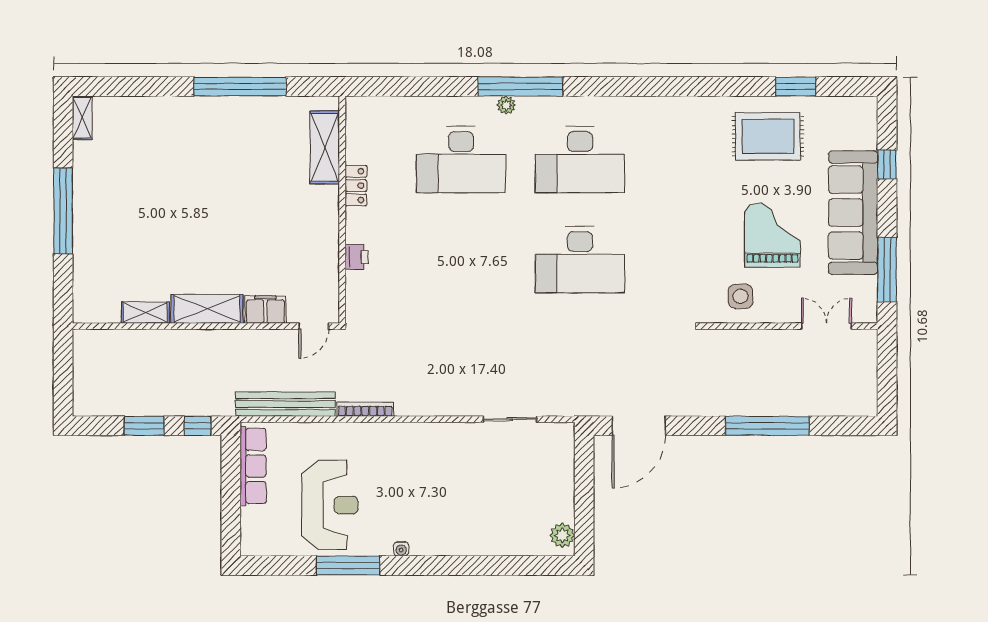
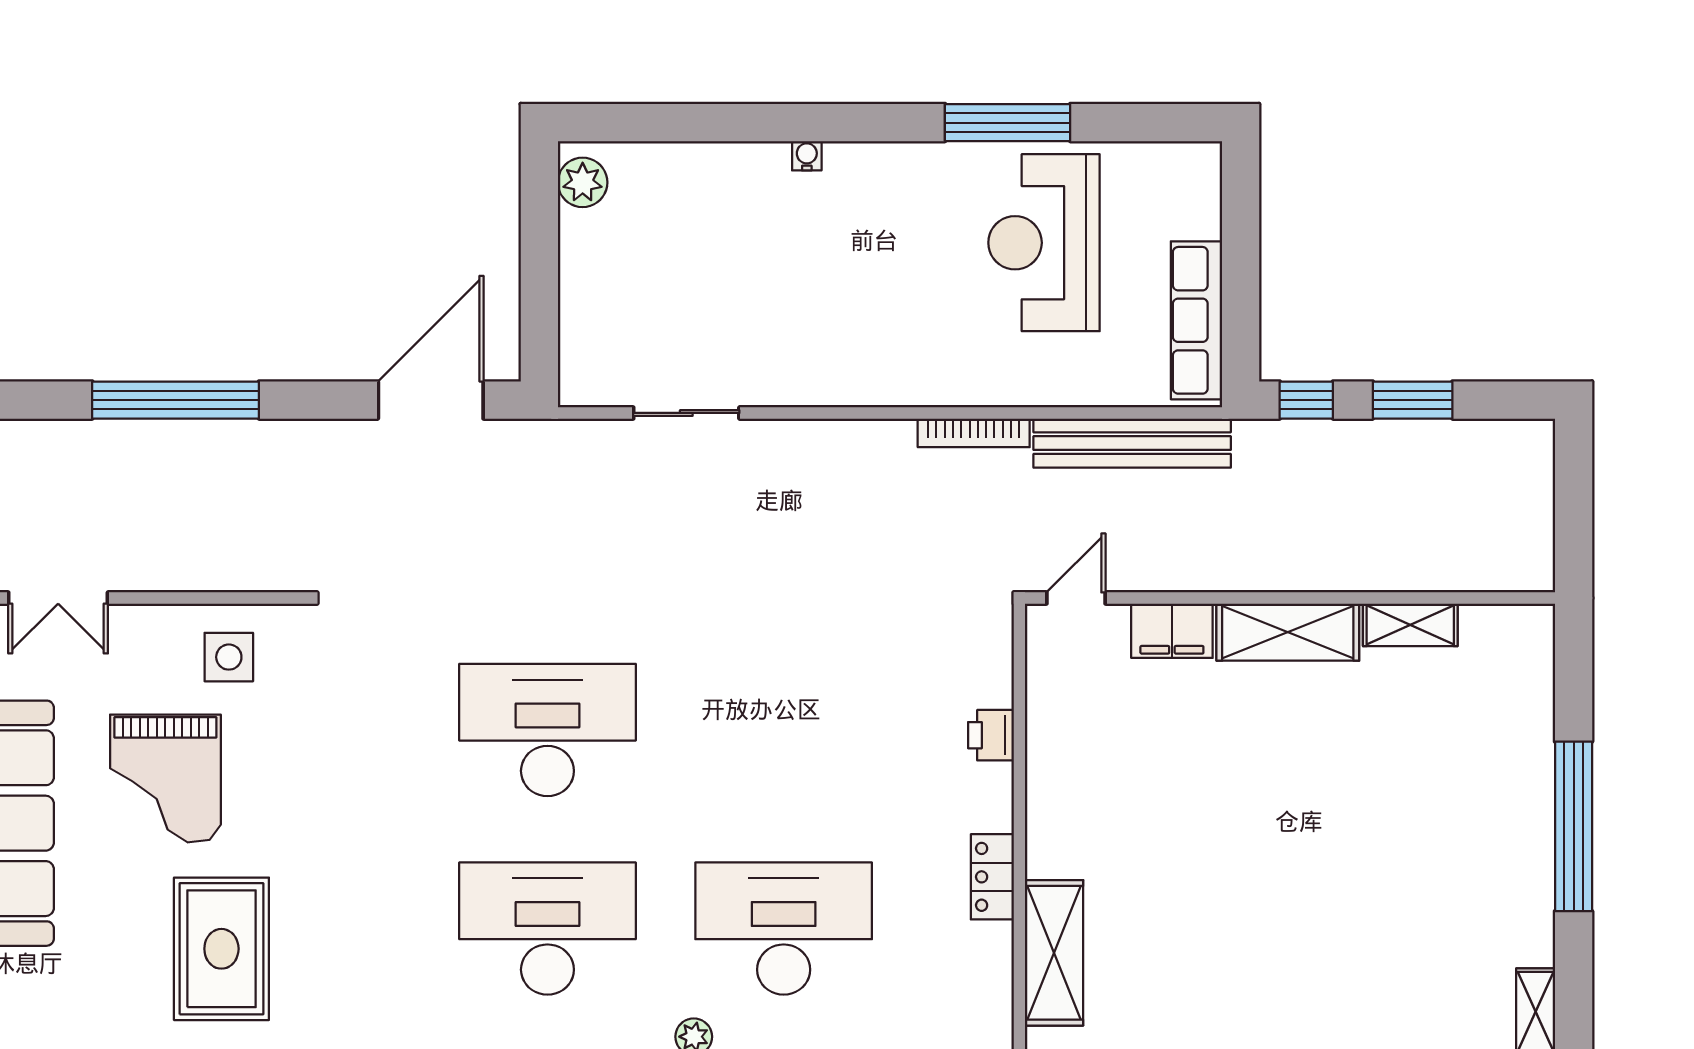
rug: (768, 136) -> (221, 949), moved, turned 90
water cooler: (401, 549) -> (807, 156), moved

